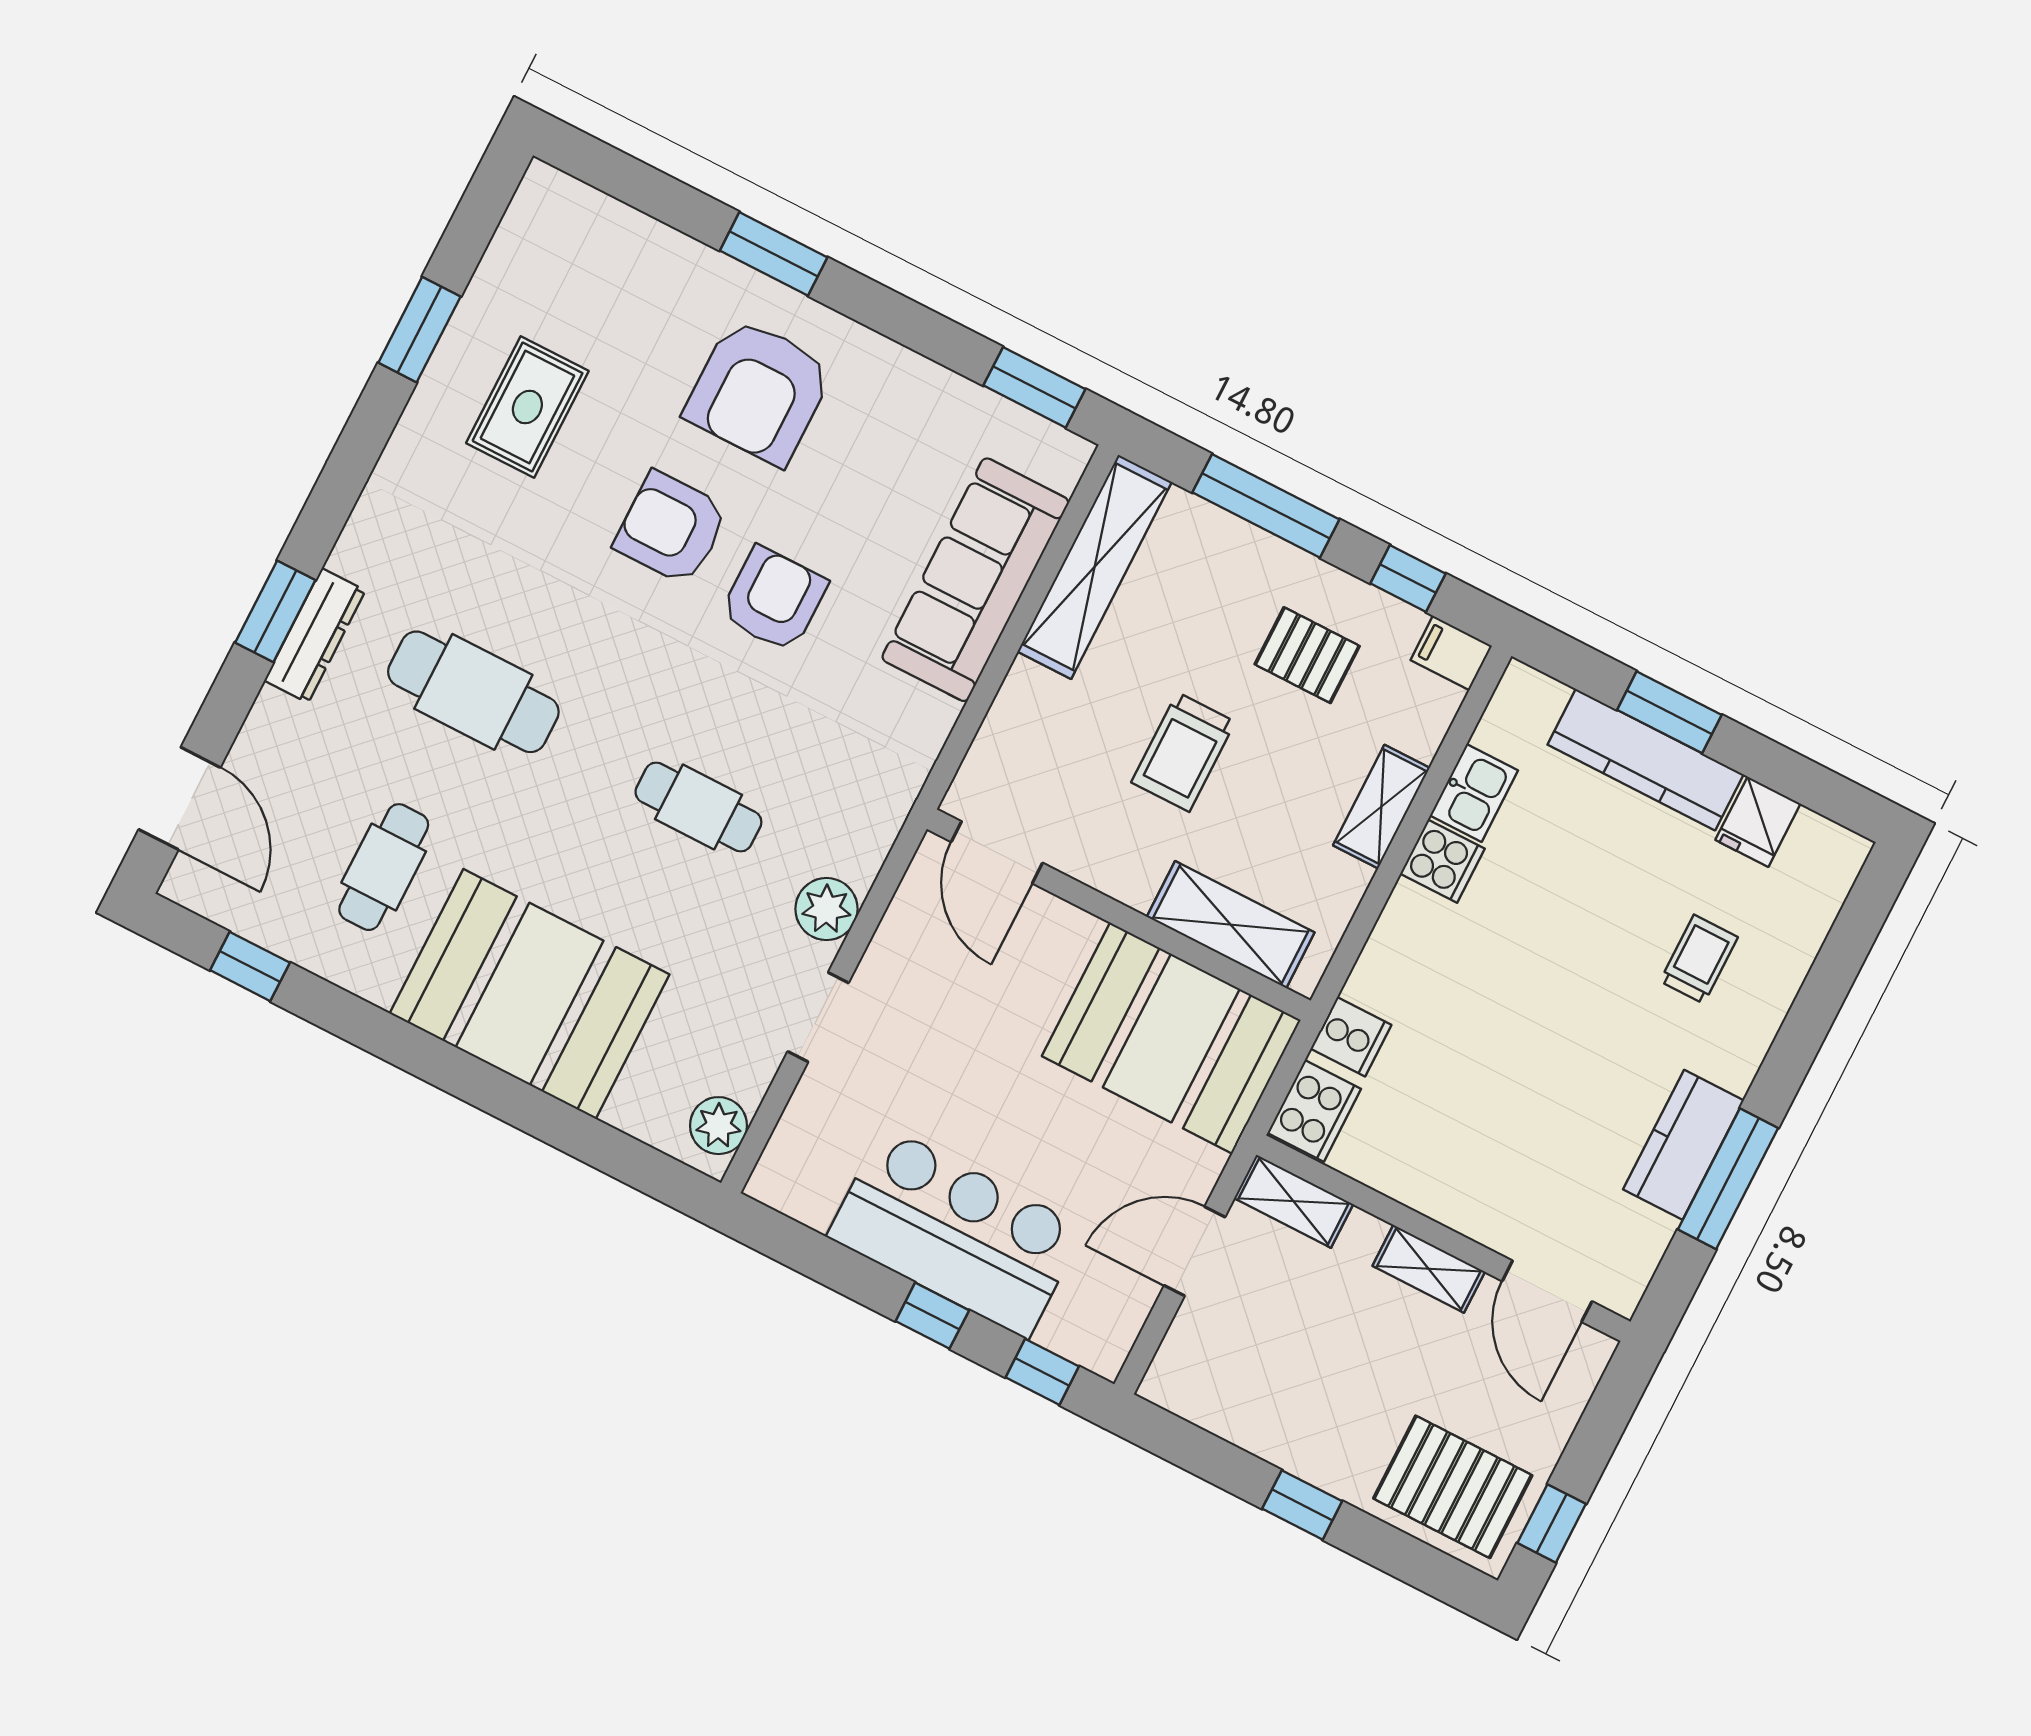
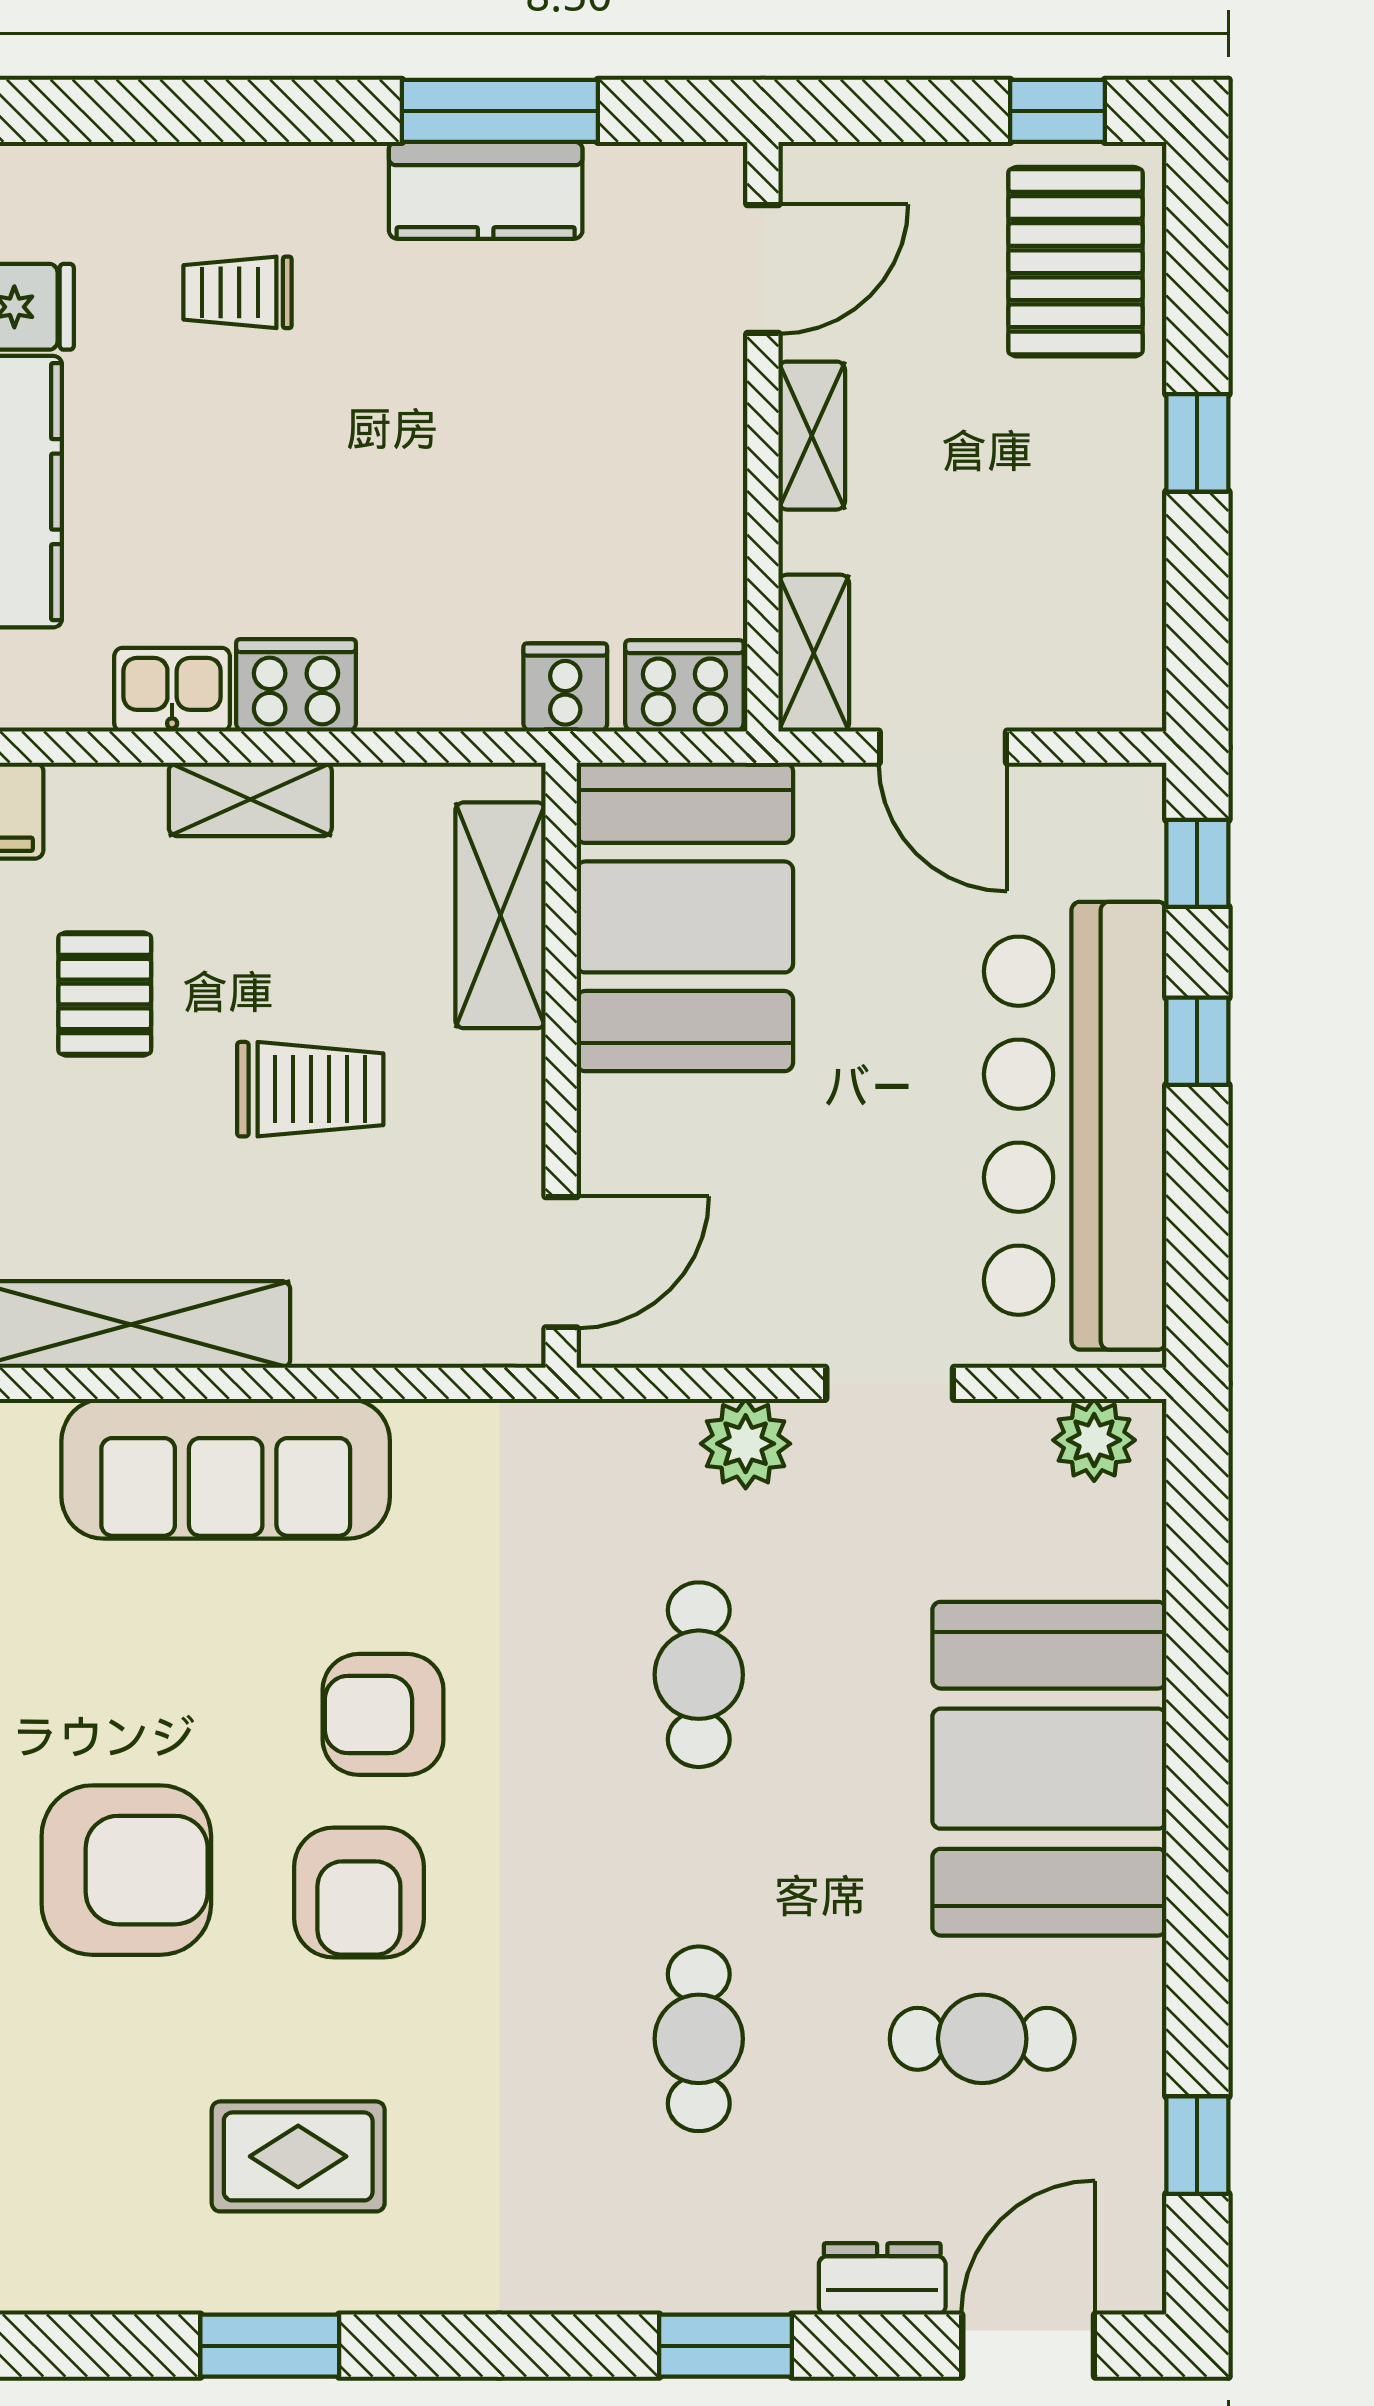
dresser: (315, 636) -> (882, 2279), moved, width x0.70
cafe table: (473, 692) -> (699, 2039), width x0.73, depth x0.74
cooker: (1442, 861) -> (296, 685), width x1.36
bar counter: (956, 1232) -> (1075, 1126), width x1.36

